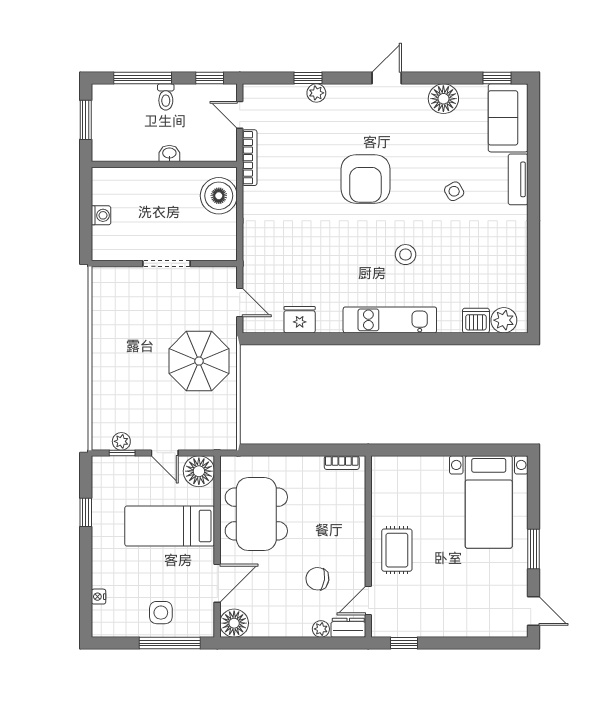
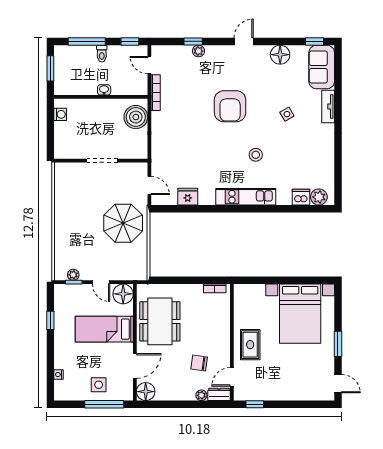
washing machine: (101, 215) -> (60, 114), moved
bed with nightstands: (489, 502) -> (300, 314), width x1.36

